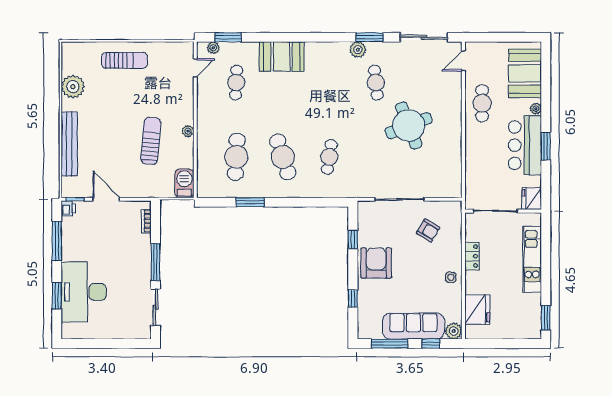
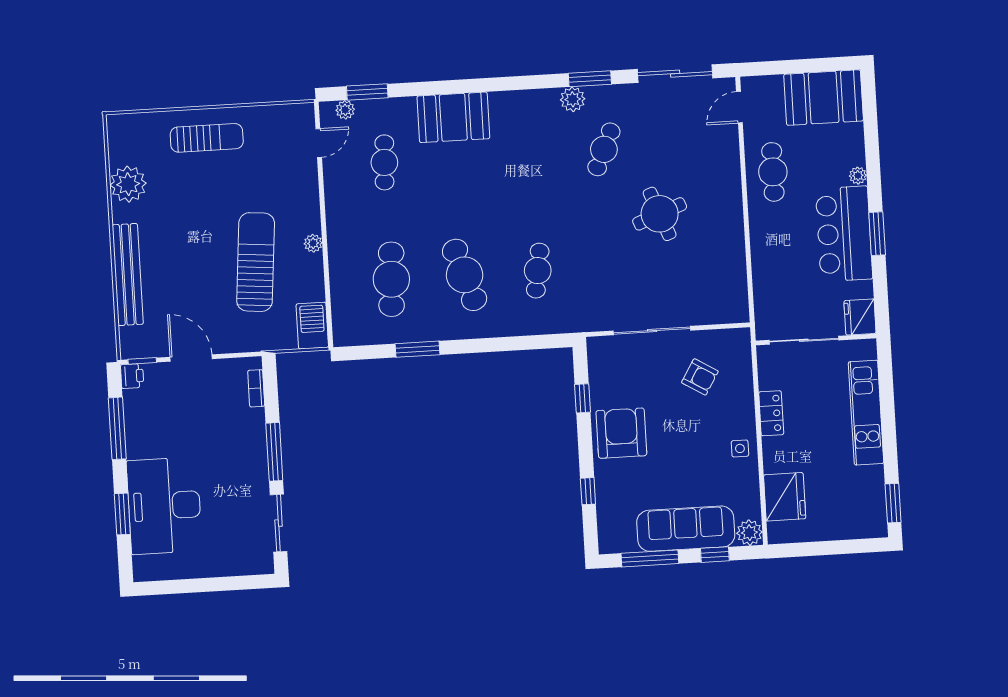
booth: (525, 73) -> (824, 98), moved, turned 90
cafe table: (376, 83) -> (604, 149), turned 30
round table: (409, 126) -> (660, 214), width x0.73, depth x0.73
sun lounger: (151, 141) -> (256, 262), width x1.36, depth x1.34

